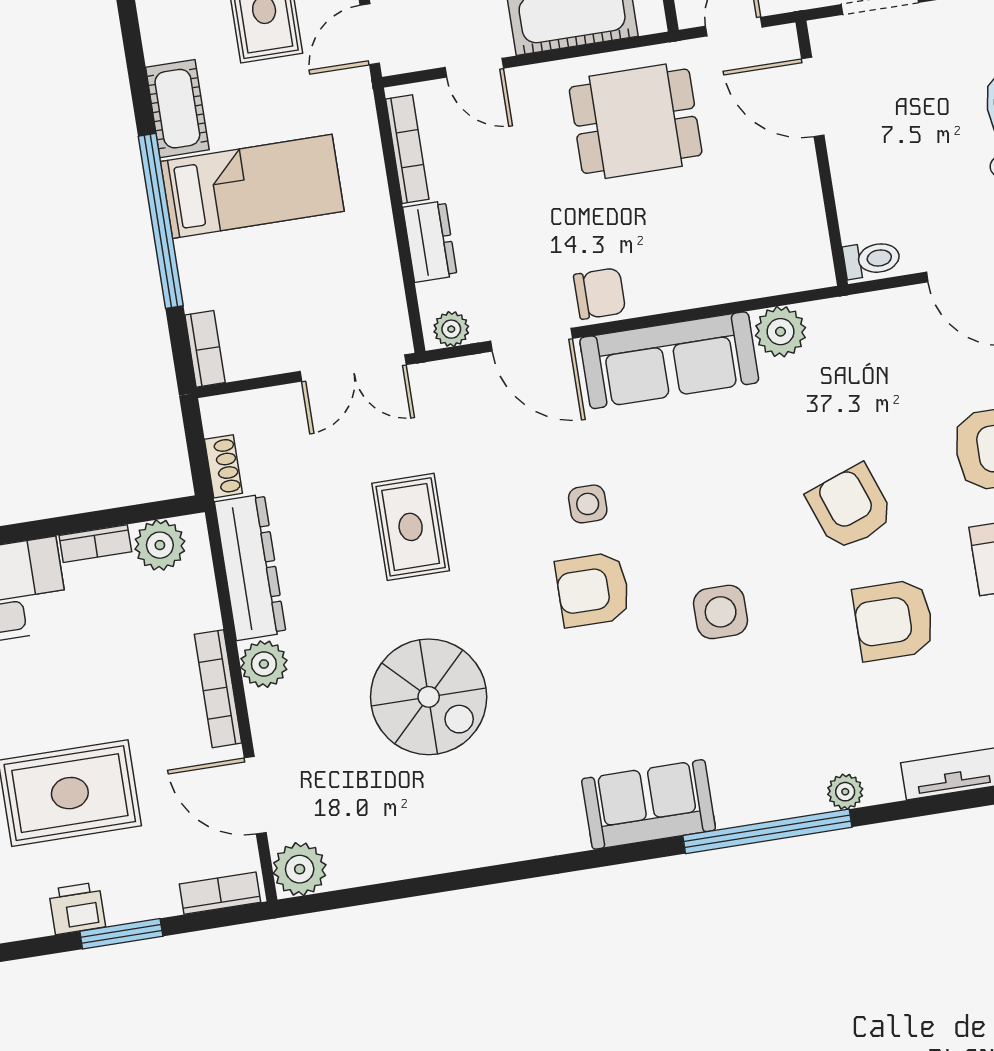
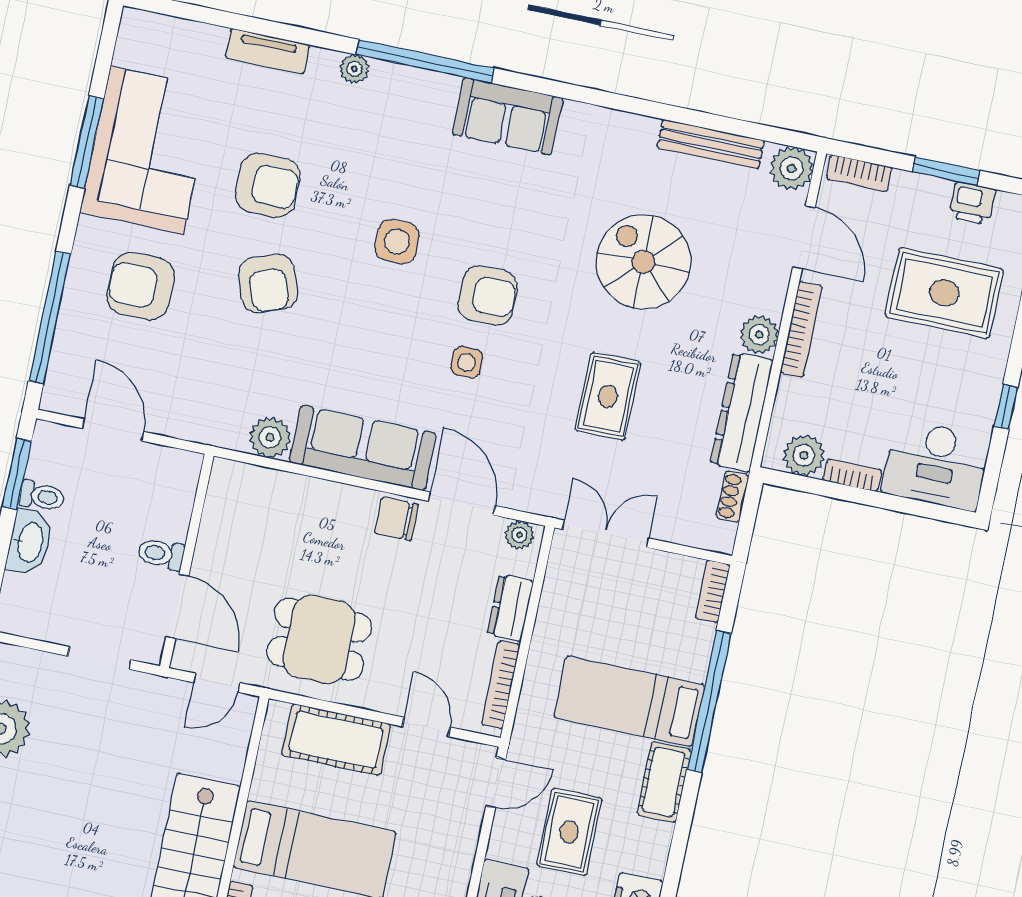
toilet: (872, 259) -> (161, 554), moved
bench: (403, 862) -> (711, 144), added

